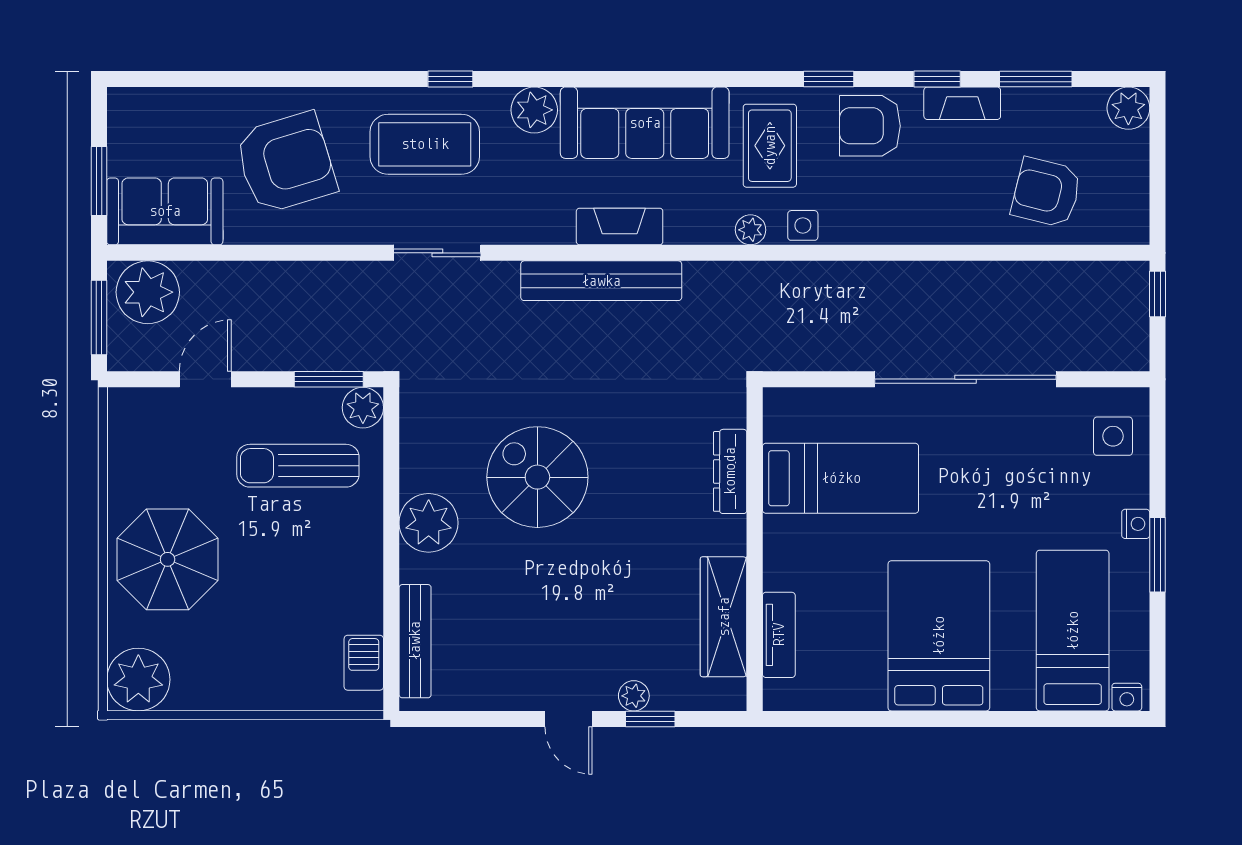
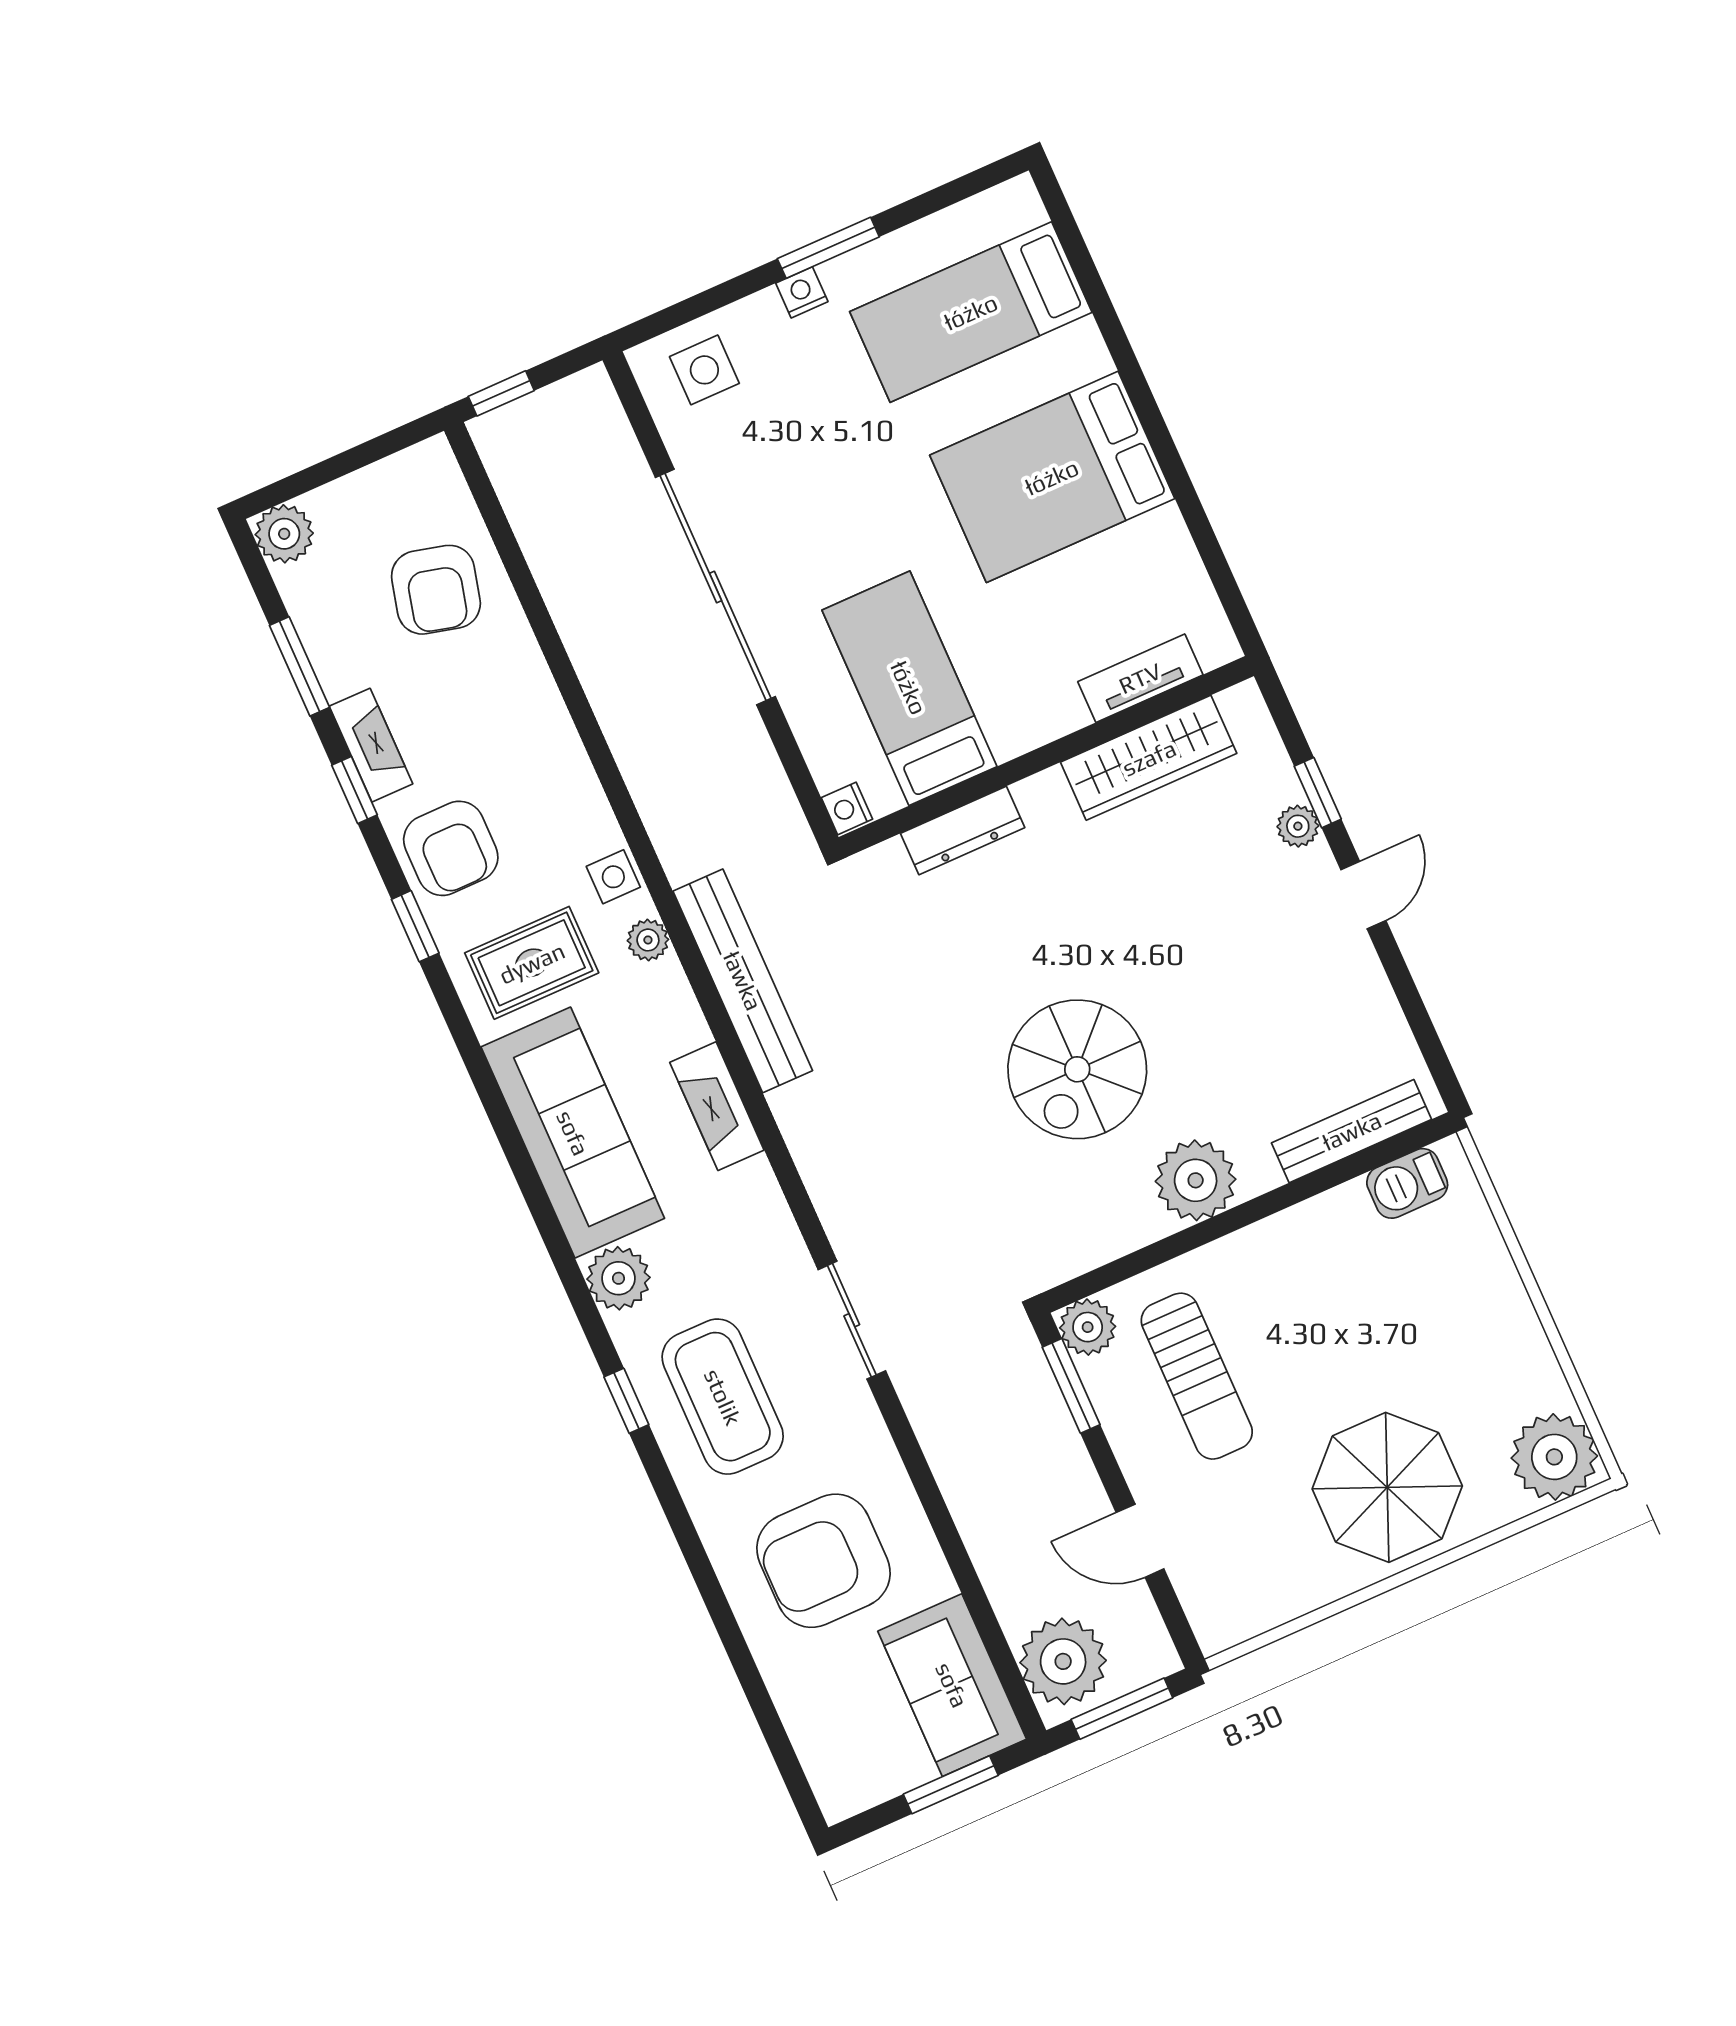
armchair: (286, 163) -> (823, 1561), turned -73
bench: (601, 281) -> (743, 981), moved
nightstand: (1127, 697) -> (847, 808), moved, turned 180

